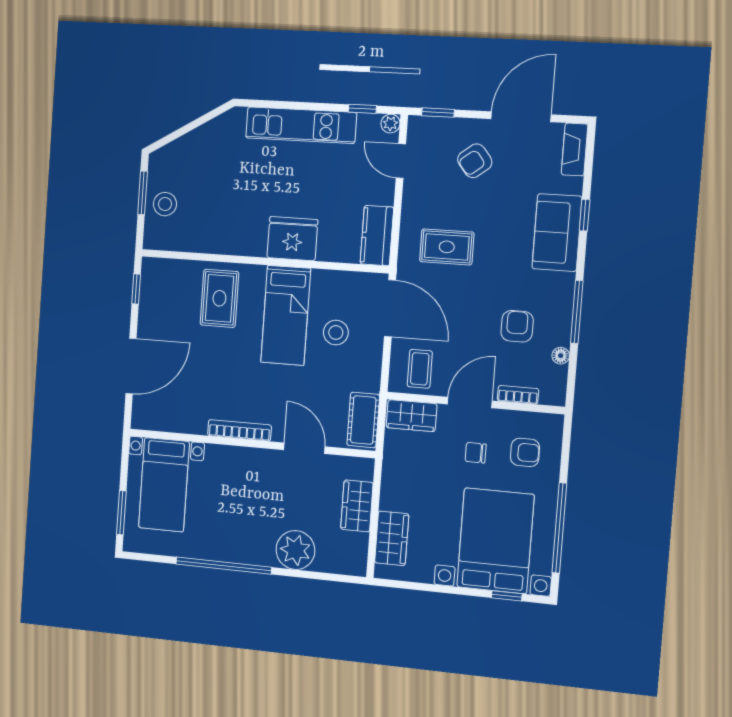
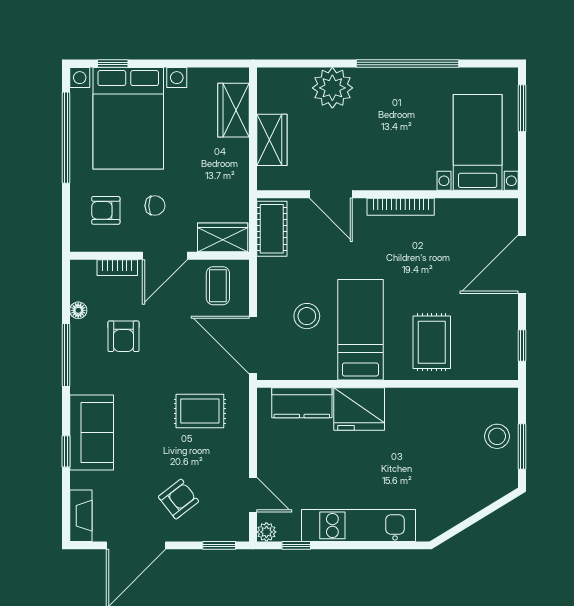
kitchen counter: (377, 236) -> (302, 403), moved, turned 90

